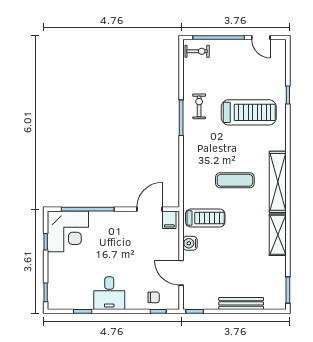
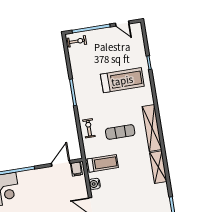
exercise bike: (199, 106) -> (89, 128), moved

